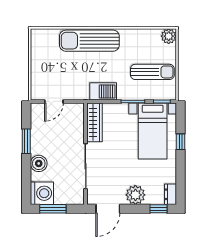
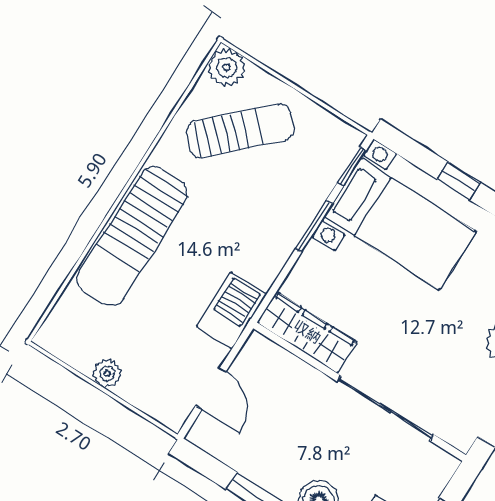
plant: (36, 62) -> (107, 374), added
sun lounger: (152, 72) -> (240, 131), moved, turned 46
barbecue: (103, 91) -> (232, 310), moved

